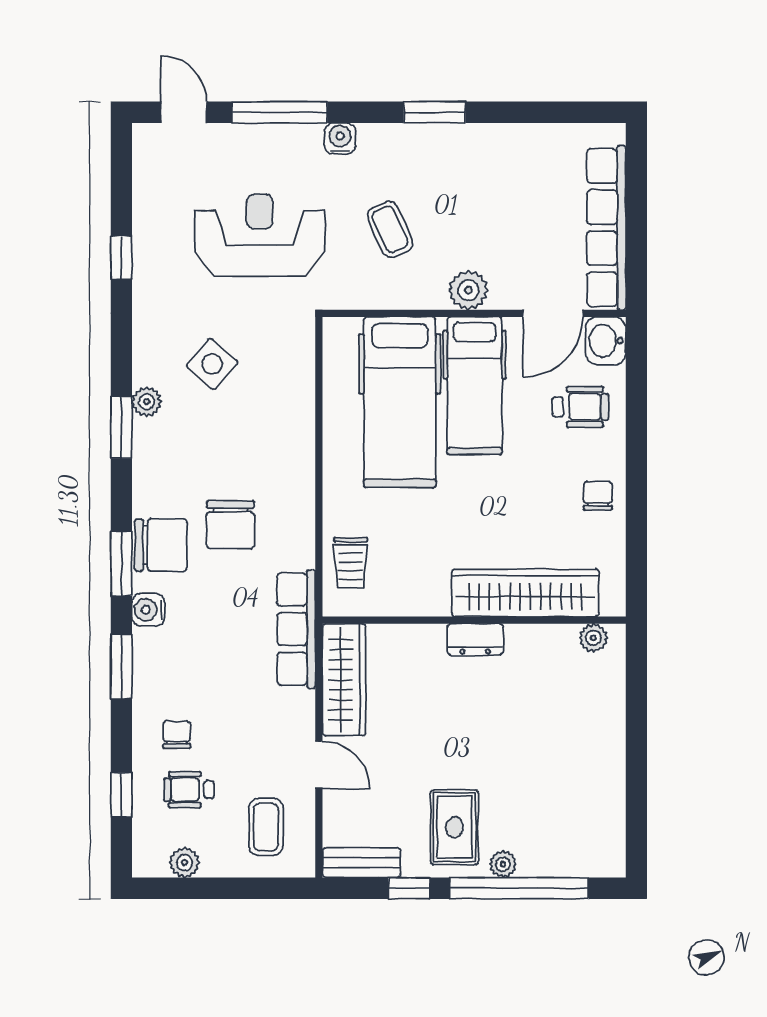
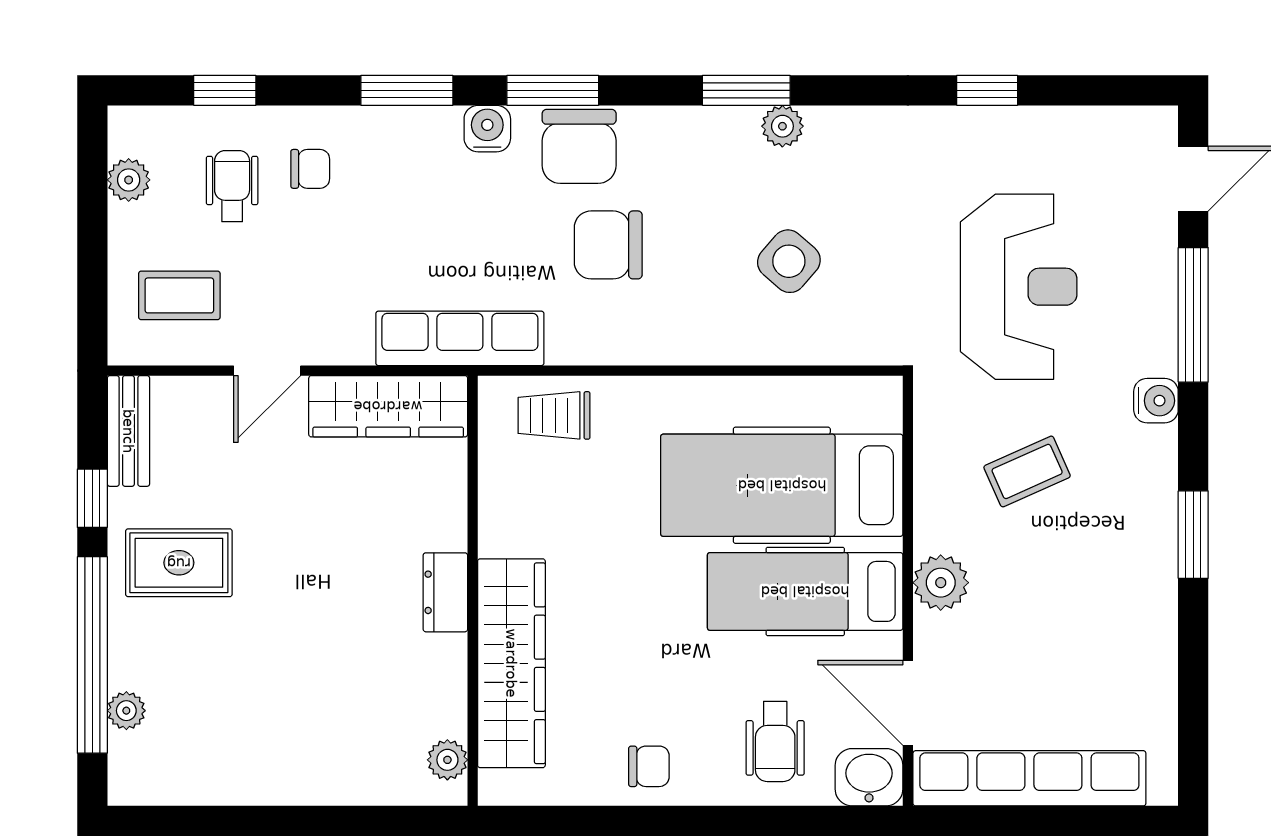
side table: (212, 364) -> (789, 261), moved
plant: (503, 864) -> (126, 711), moved

